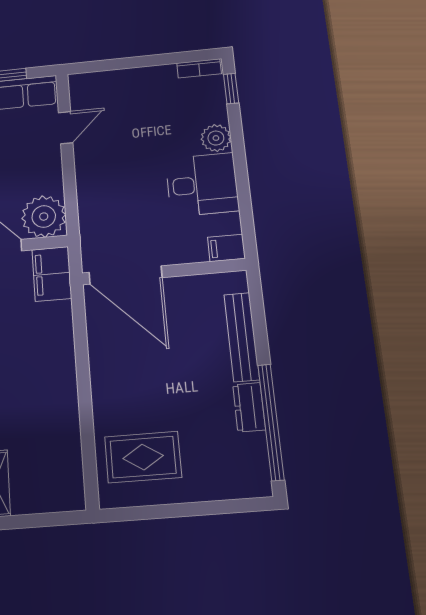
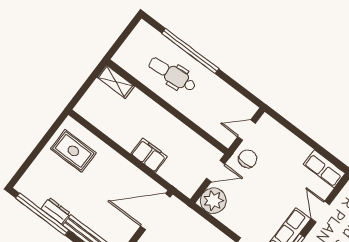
filing cabinet: (52, 274) -> (149, 155), moved
rug: (143, 457) -> (73, 151), turned 90

